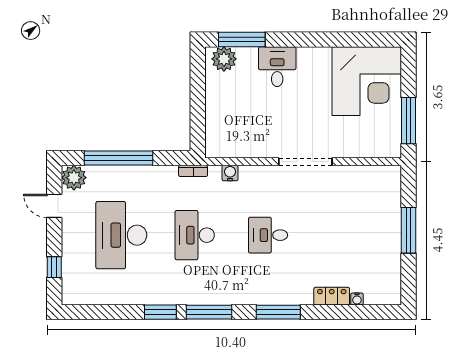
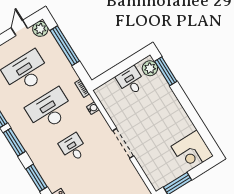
desk: (277, 67) -> (131, 81), moved, turned -90
corner desk: (367, 81) -> (192, 151), width x0.74, depth x0.74
desk: (195, 235) -> (49, 110), width x1.36, depth x1.30

